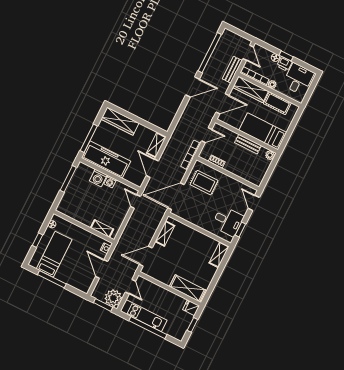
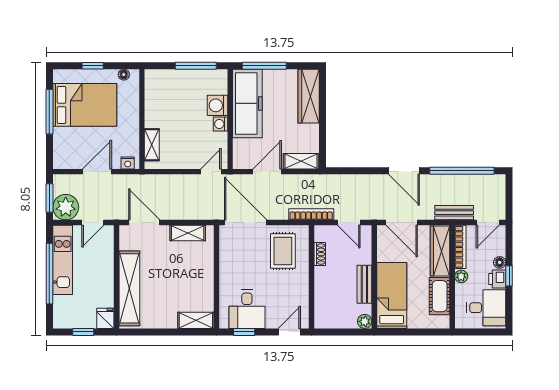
bed: (54, 254) -> (85, 105), width x1.50
shelving: (187, 288) -> (129, 288), width x1.47

